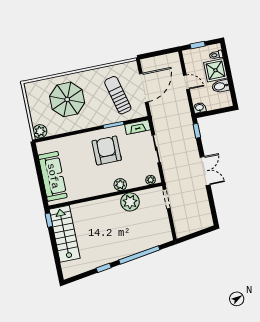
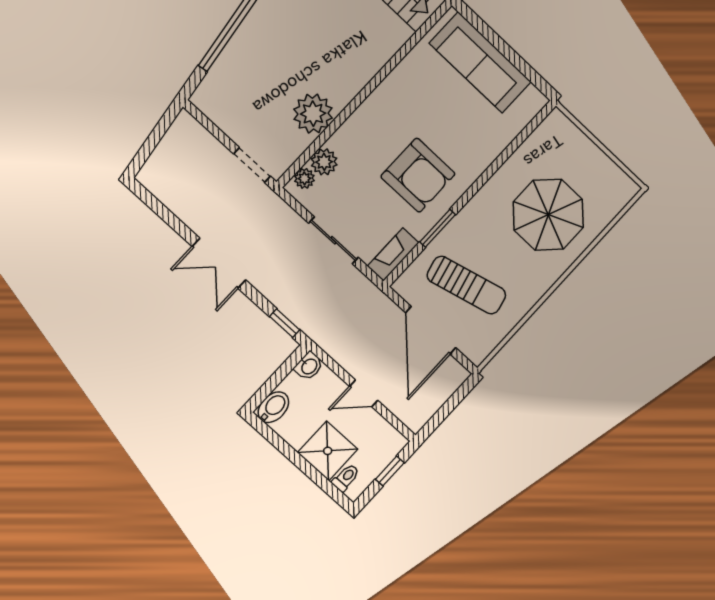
bidet: (221, 86) -> (273, 407), moved
plant: (40, 131) -> (557, 126), removed
plant: (120, 185) -> (324, 162), moved

